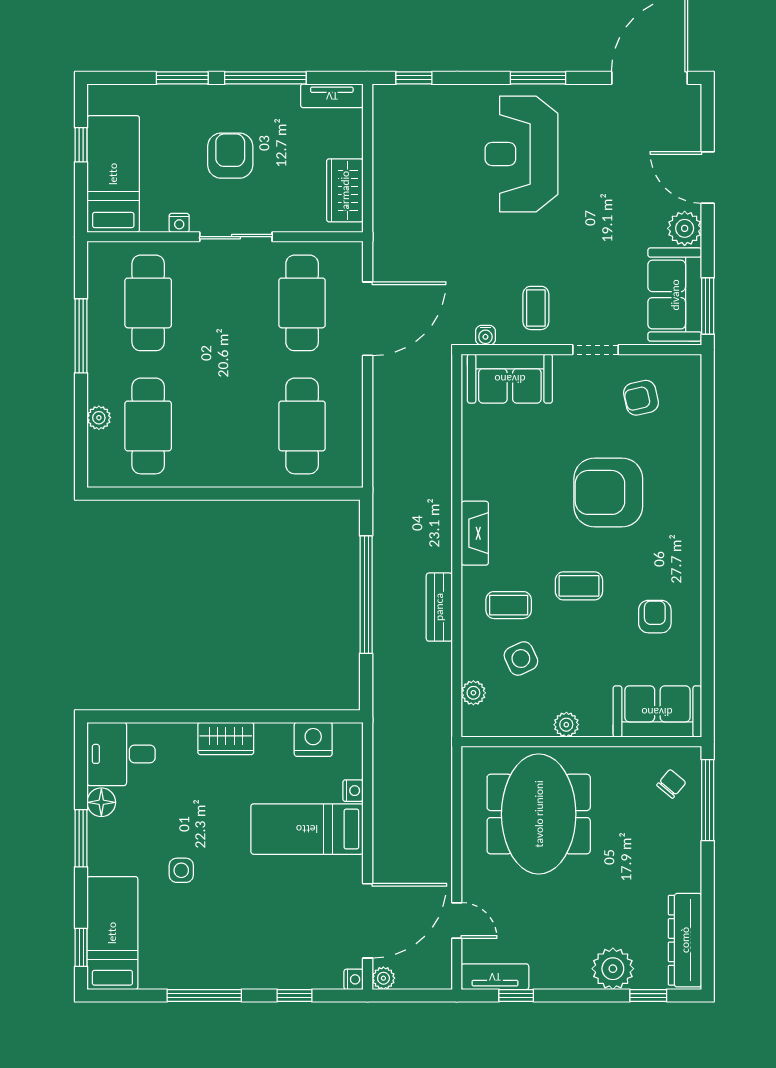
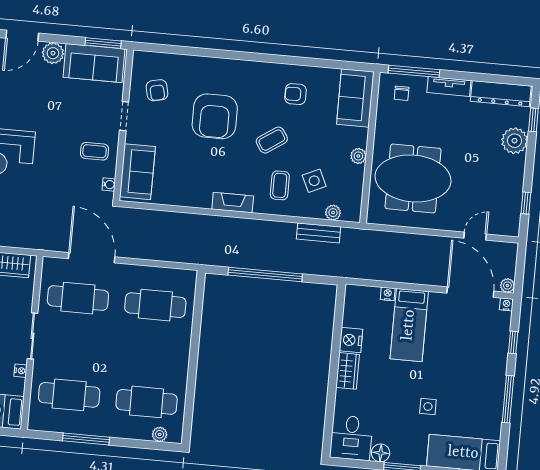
plant: (99, 418) -> (160, 434), moved
coffee table: (579, 586) -> (272, 140), turned 56
bench: (439, 607) -> (318, 233), moved
nightstand: (313, 739) -> (351, 340), moved
chair: (671, 784) -> (402, 93), turned -130
tv unit: (495, 977) -> (449, 86), moved, turned -90

